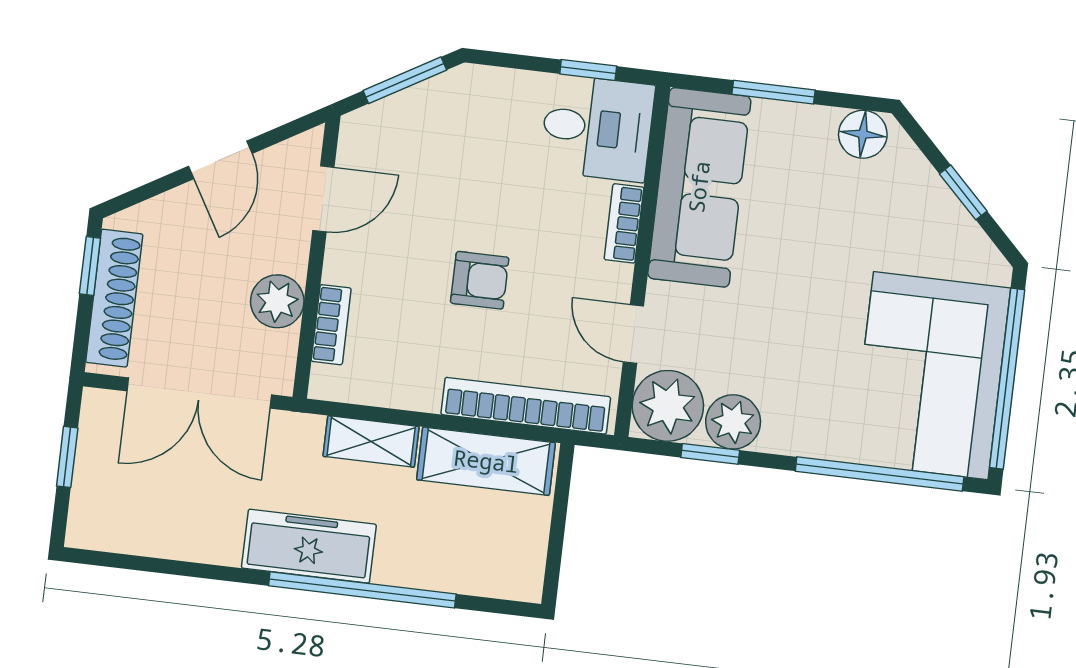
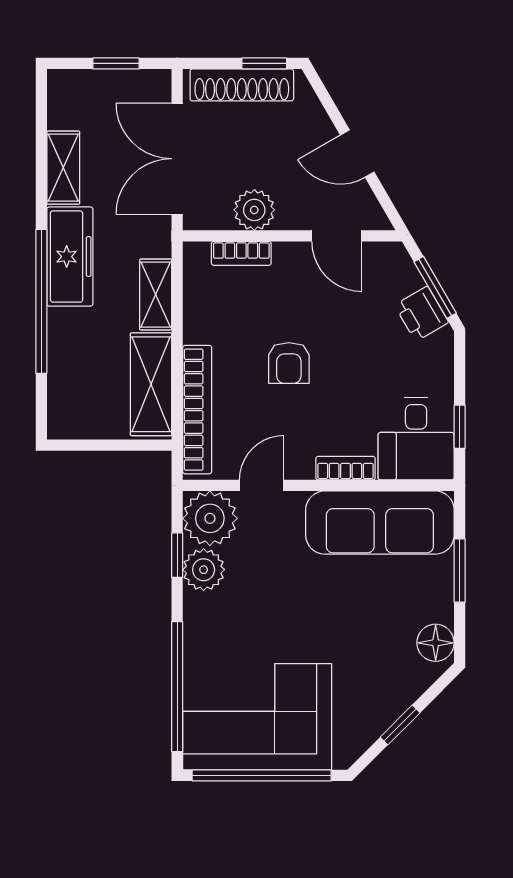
printer: (437, 102) -> (421, 314), added
shelving: (193, 541) -> (63, 168), added

